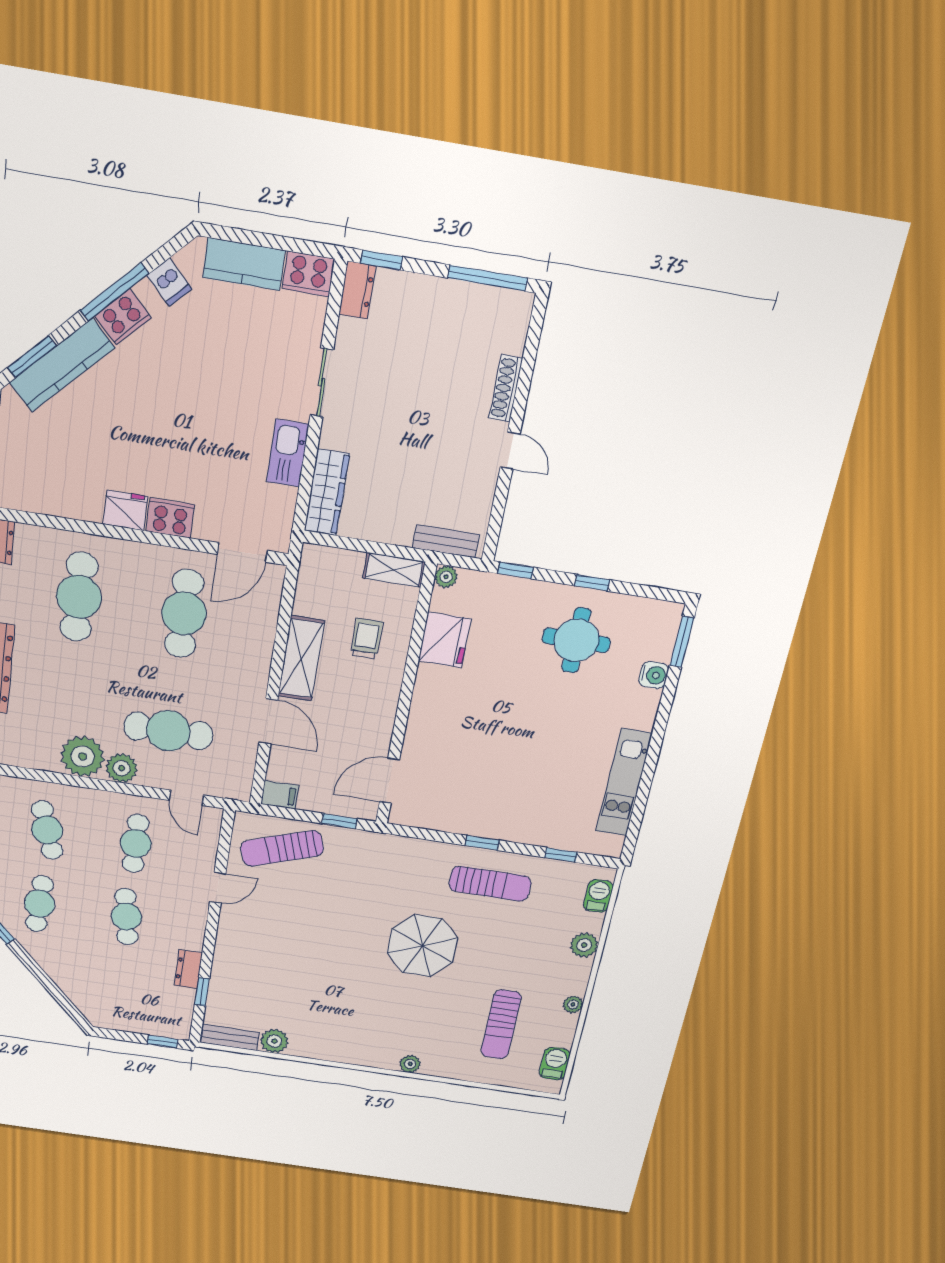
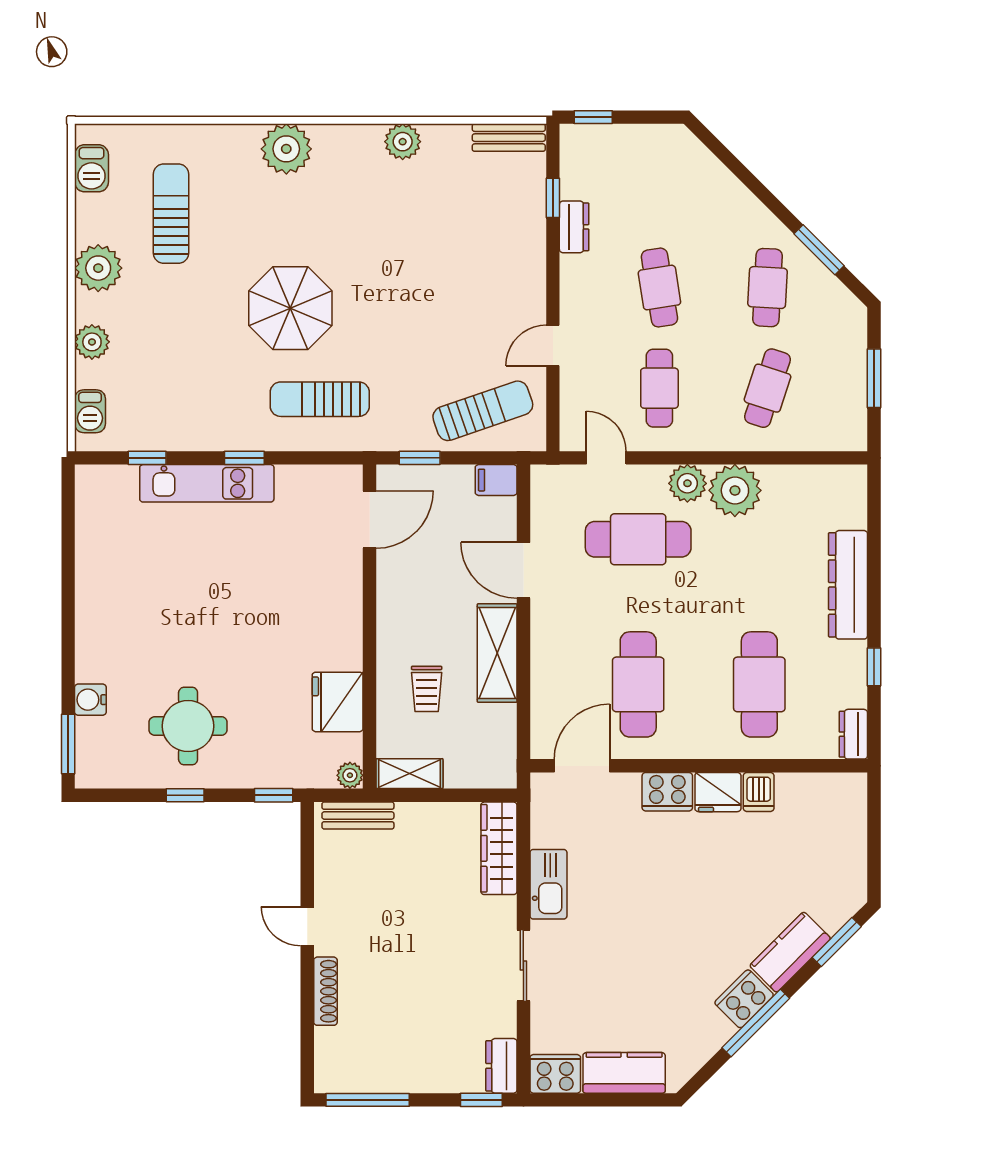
dishwasher: (169, 282) -> (759, 792), moved, turned -135
kitchen counter: (62, 365) -> (790, 952), width x0.67
kitchen unit: (624, 783) -> (207, 483), moved, turned 90
cafe table: (47, 830) -> (767, 388), turned 36
sun lounger: (490, 884) -> (320, 399), moved
plant: (573, 1005) -> (98, 268), width x1.87, depth x1.87
plant: (274, 1041) -> (403, 142), moved
plant: (410, 1064) -> (286, 149), width x1.88, depth x1.88

